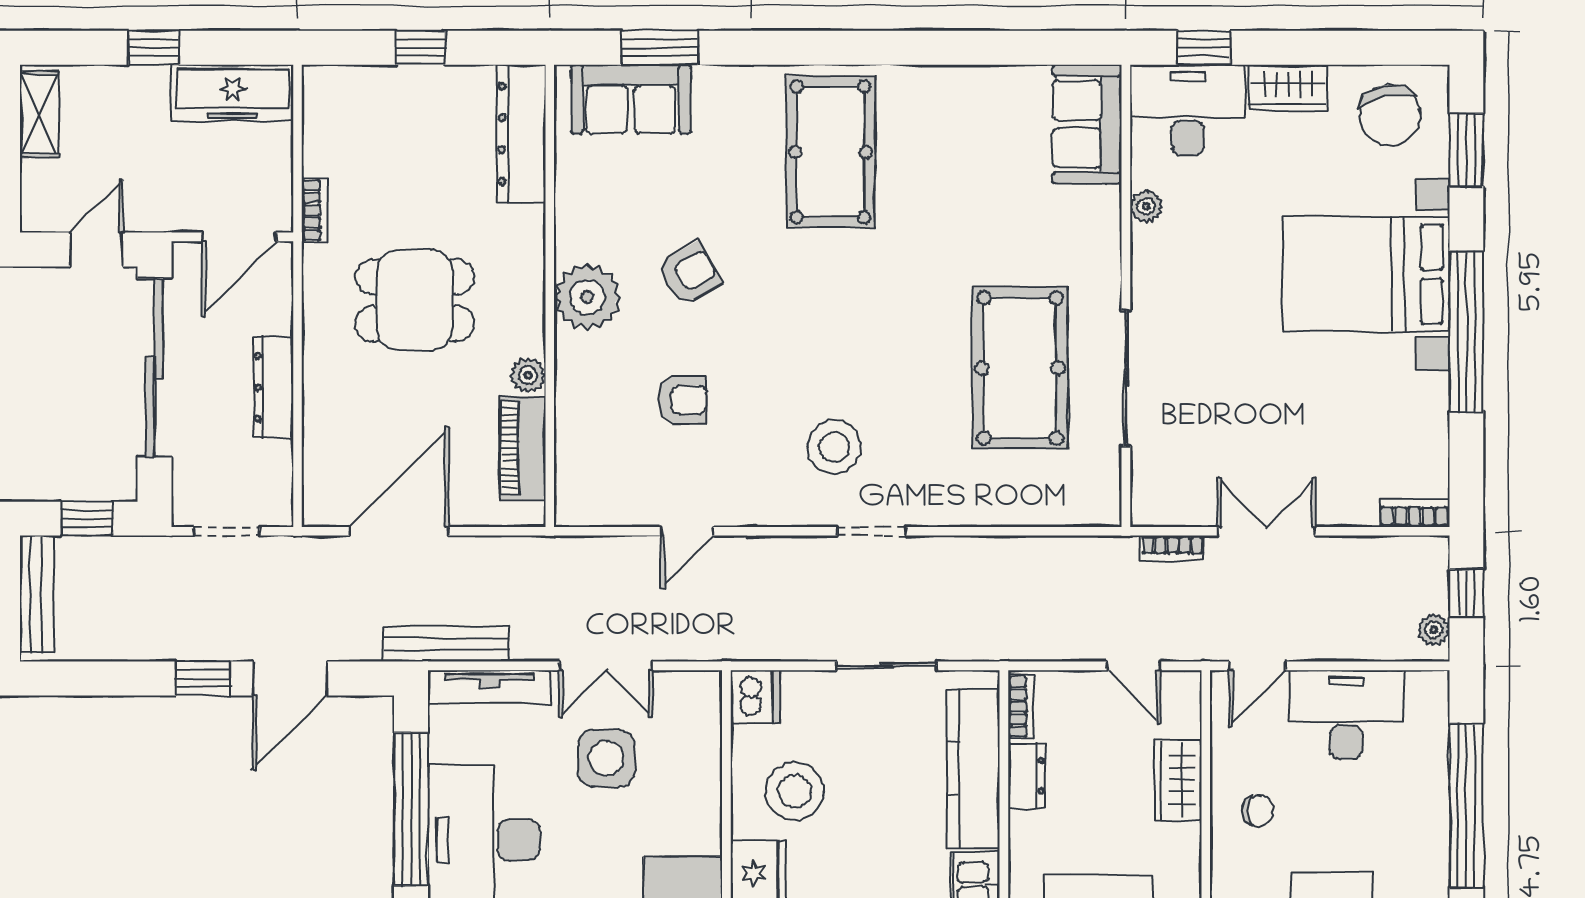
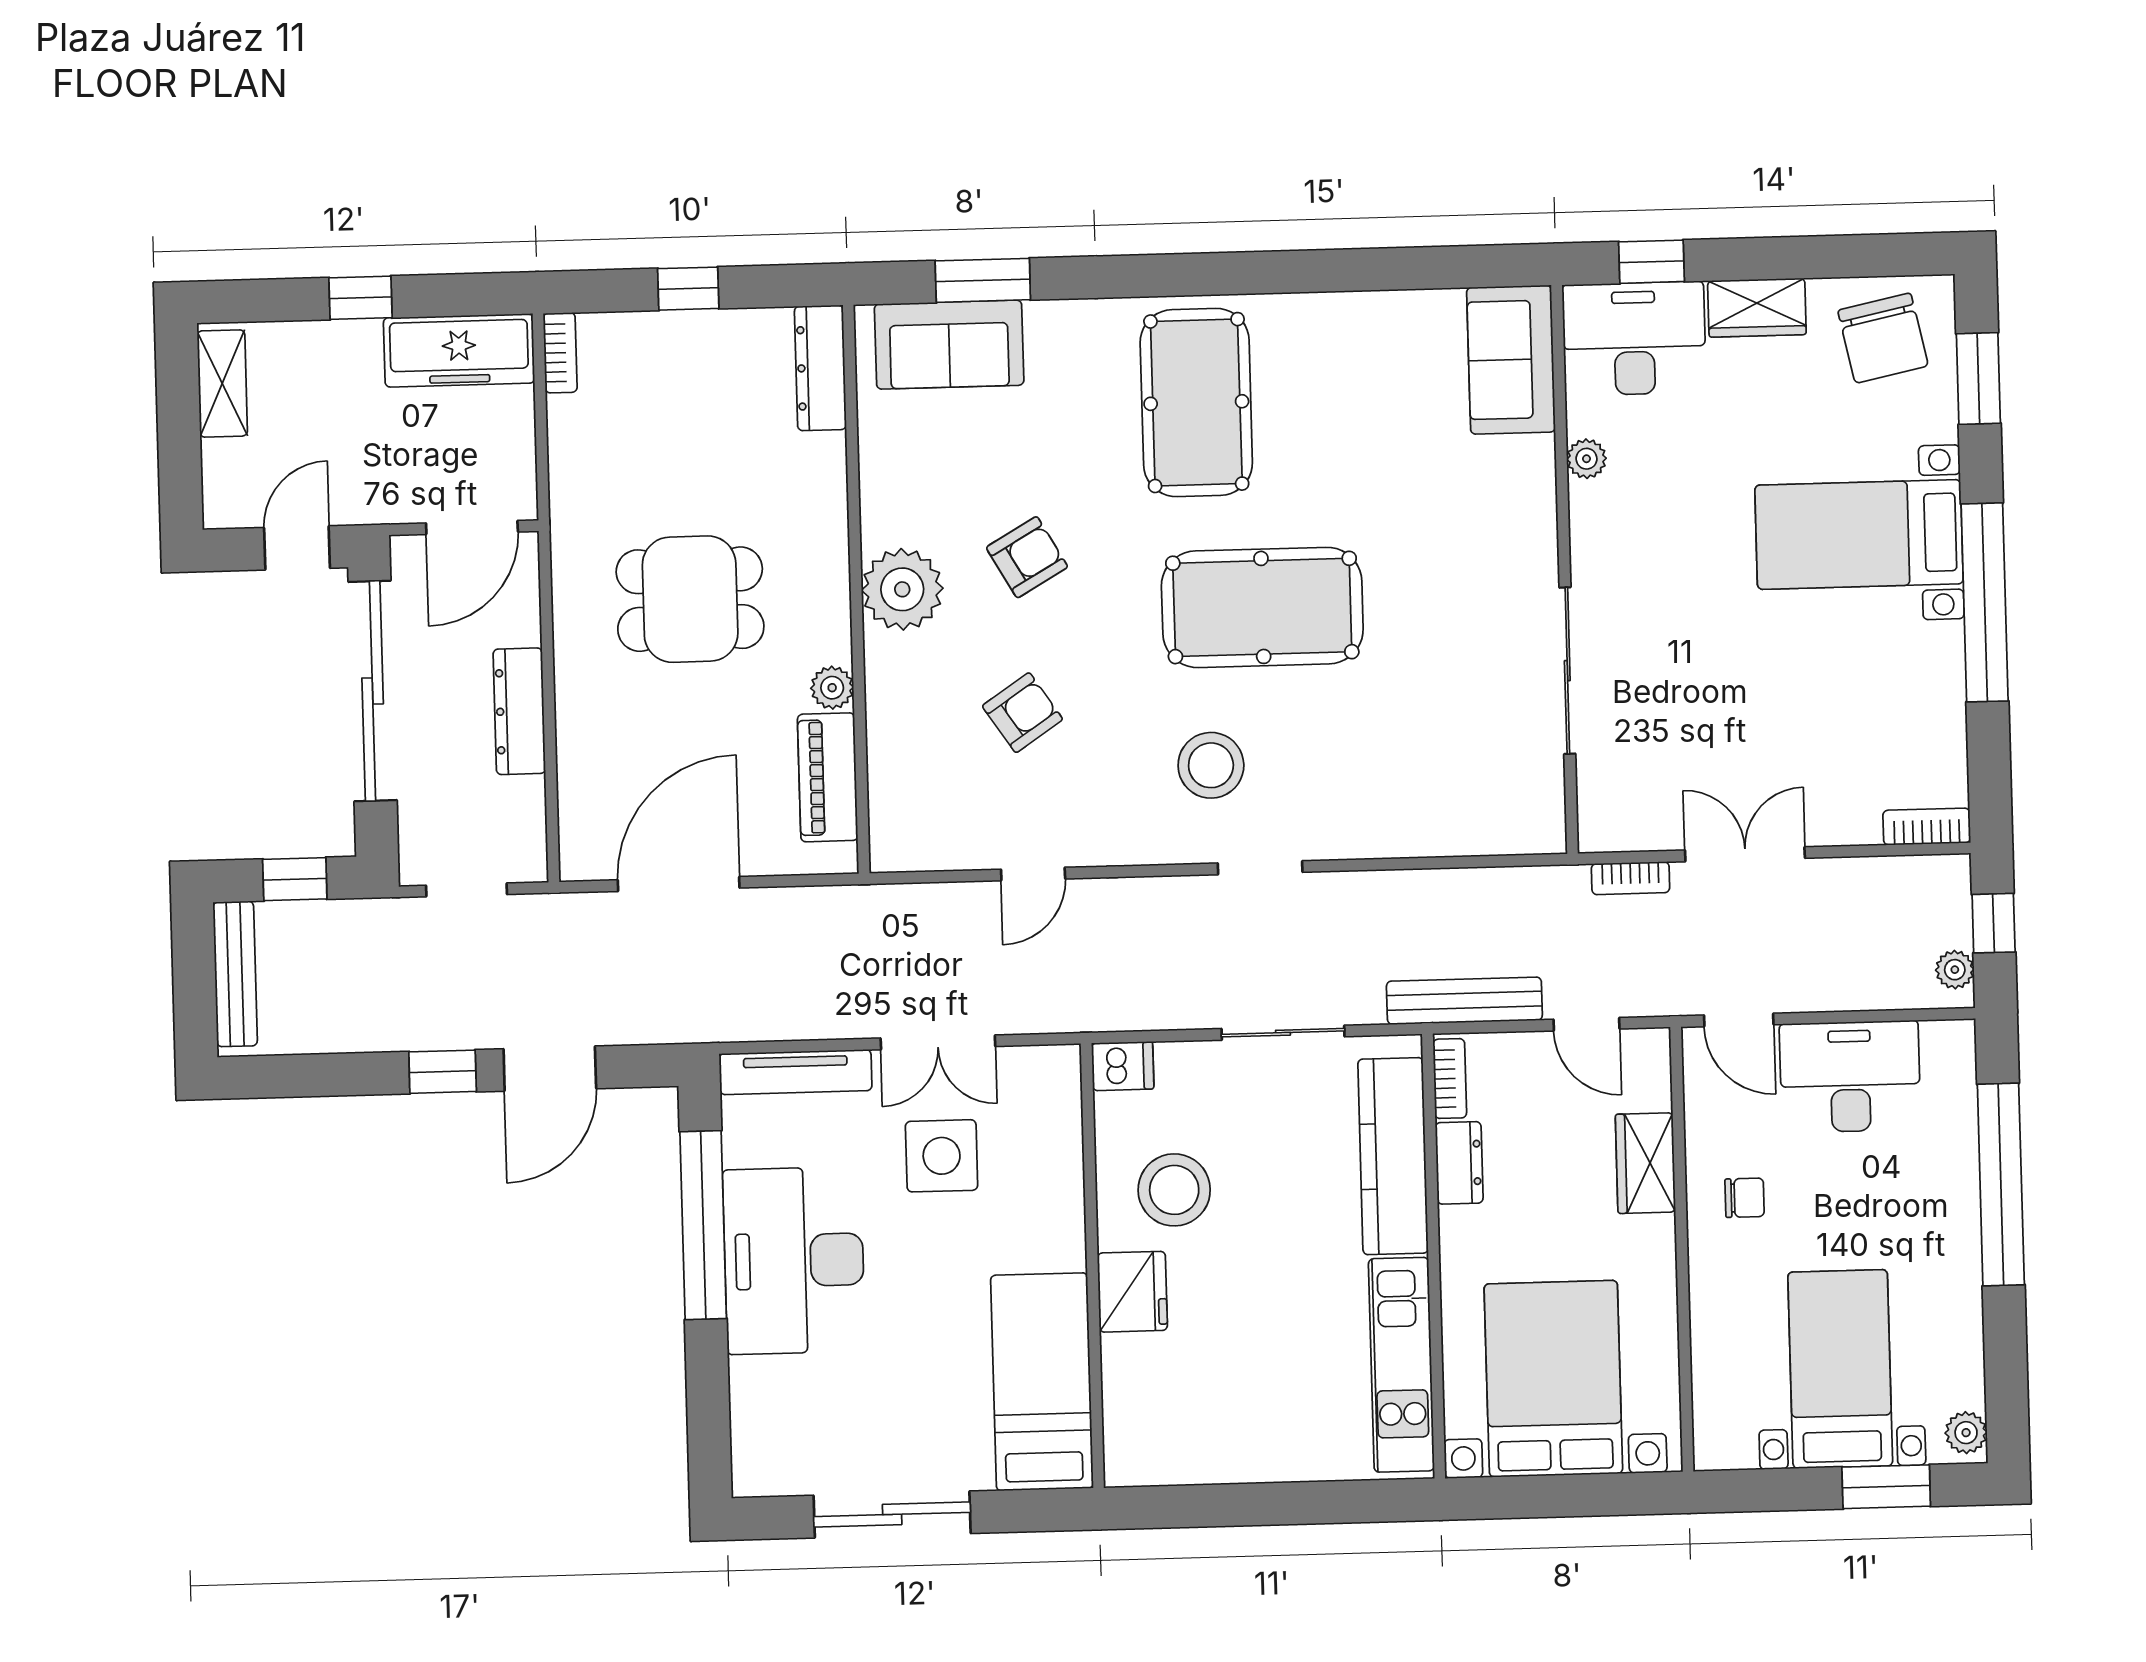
dresser: (521, 134) -> (820, 368), width x0.73, depth x0.80
bookcase: (315, 210) -> (560, 353), moved
bed with nightstands: (1366, 274) -> (1859, 535), width x0.73
pool table: (1020, 368) -> (1262, 607), moved, turned 90
armchair: (682, 400) -> (1022, 713), turned -34
bench: (446, 644) -> (1464, 1001), moved
door: (1257, 666) -> (1739, 1020), hinge flipped
dishwasher: (756, 697) -> (1123, 1066), width x0.73

